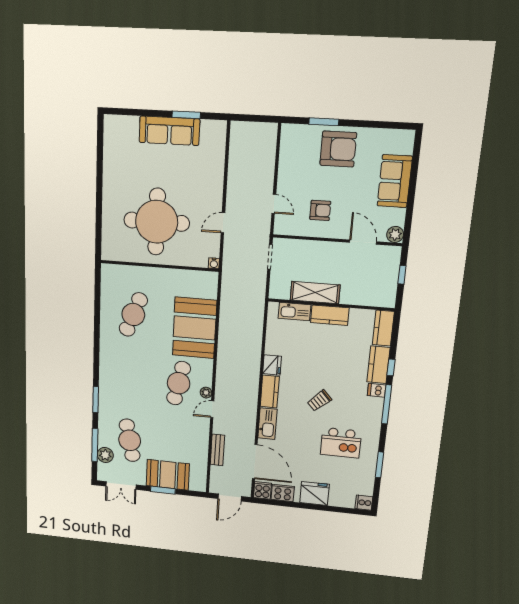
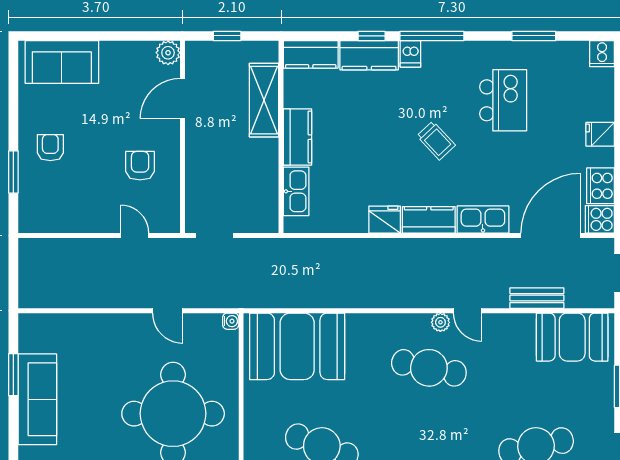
armchair: (338, 149) -> (50, 148), width x0.53, depth x0.53
sofa: (395, 181) -> (62, 62), moved
door: (274, 204) -> (135, 236), hinge flipped
shelving: (315, 293) -> (264, 100), moved
booth: (195, 328) -> (297, 346), moved
booth: (168, 475) -> (572, 337), moved, turned 90
fridge: (315, 493) -> (600, 134), width x0.53, depth x0.75

